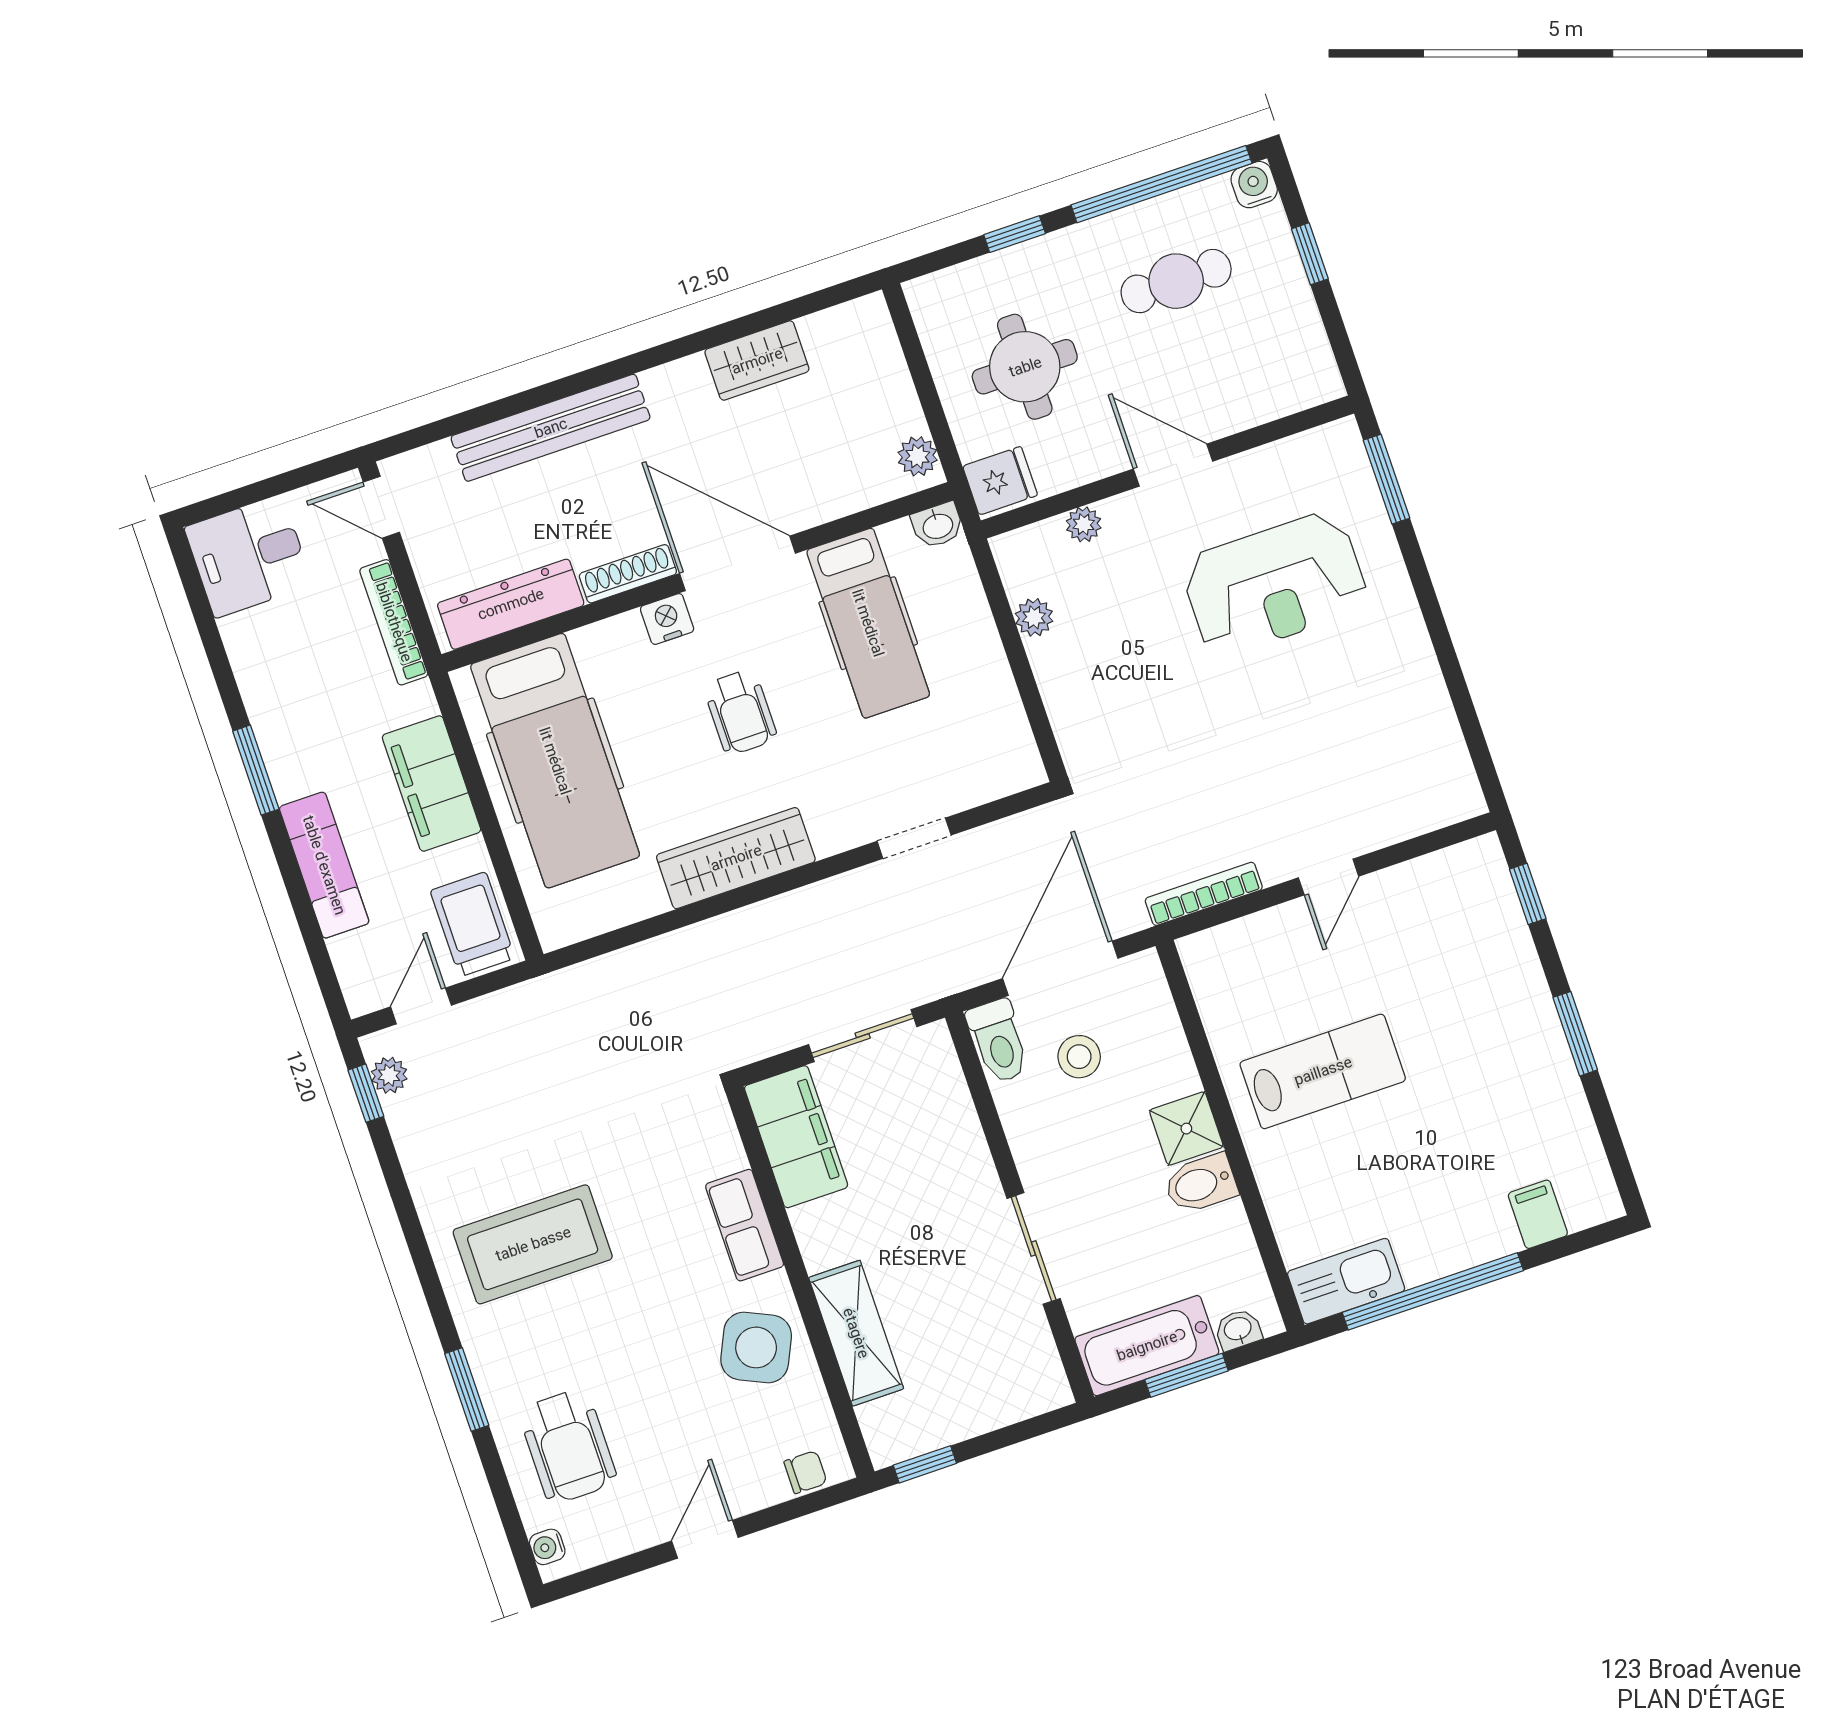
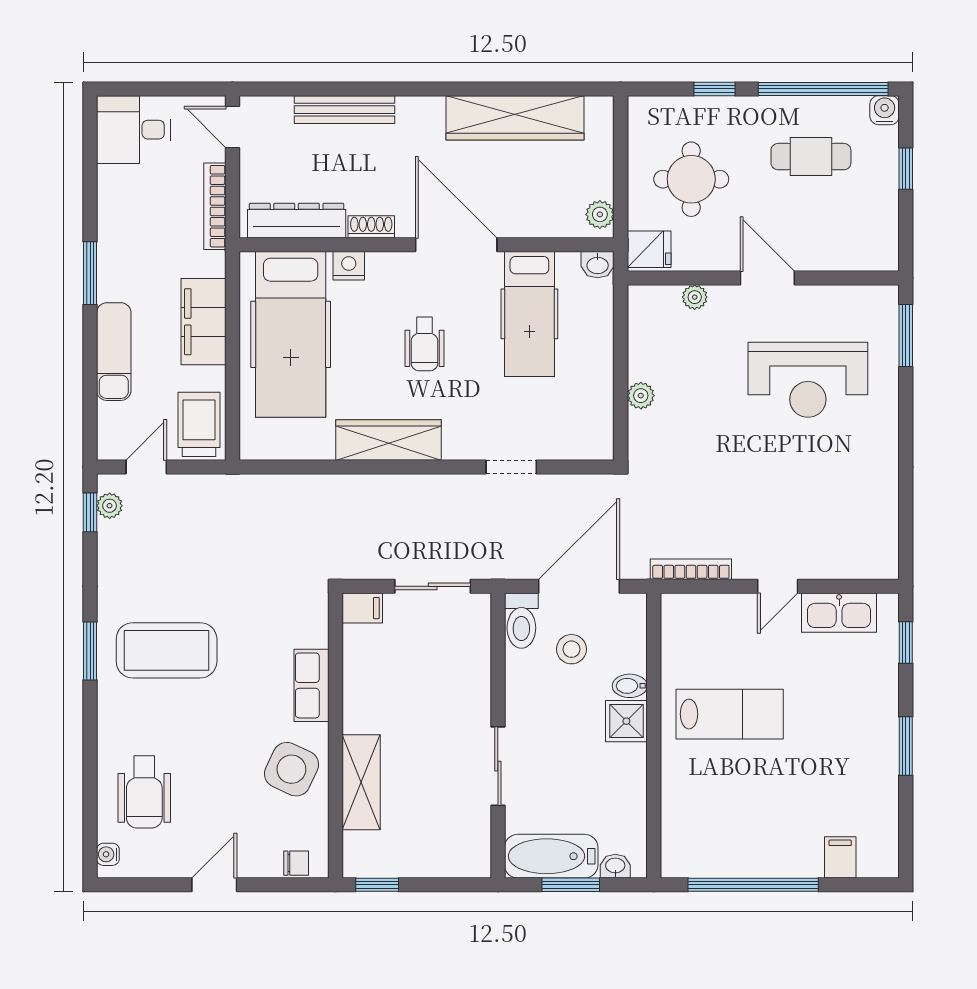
wardrobe: (757, 361) -> (515, 118), width x2.10, depth x1.17
bench: (551, 428) -> (344, 110), width x0.73, depth x0.82
shoe rack: (628, 574) -> (371, 227), width x0.70
plant: (1034, 617) -> (641, 396), moved
nightstand: (667, 619) -> (349, 266), moved
filing cabinet: (796, 1137) -> (362, 608), width x0.33, depth x0.86
bidet: (1201, 1184) -> (630, 686), moved, width x0.72, depth x0.74
kitchen sink: (1346, 1281) -> (839, 613), moved, turned 180
window: (467, 1389) -> (90, 651), moved

